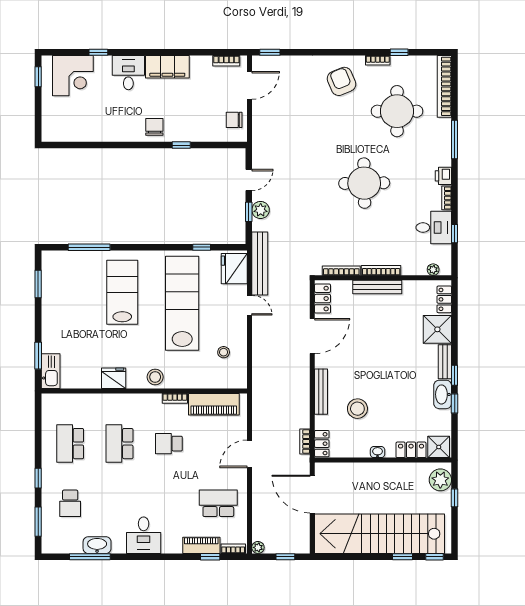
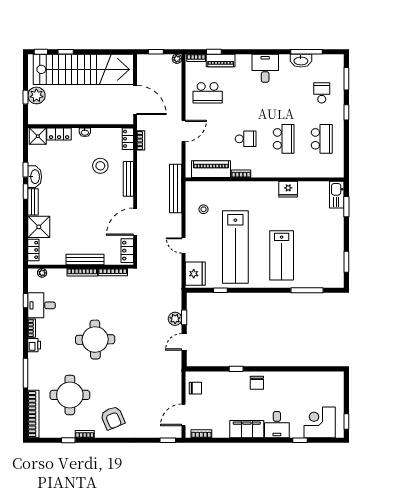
bench: (260, 264) -> (176, 188), moved
stool: (155, 377) -> (256, 190), removed
plant: (440, 480) -> (36, 95), moved

